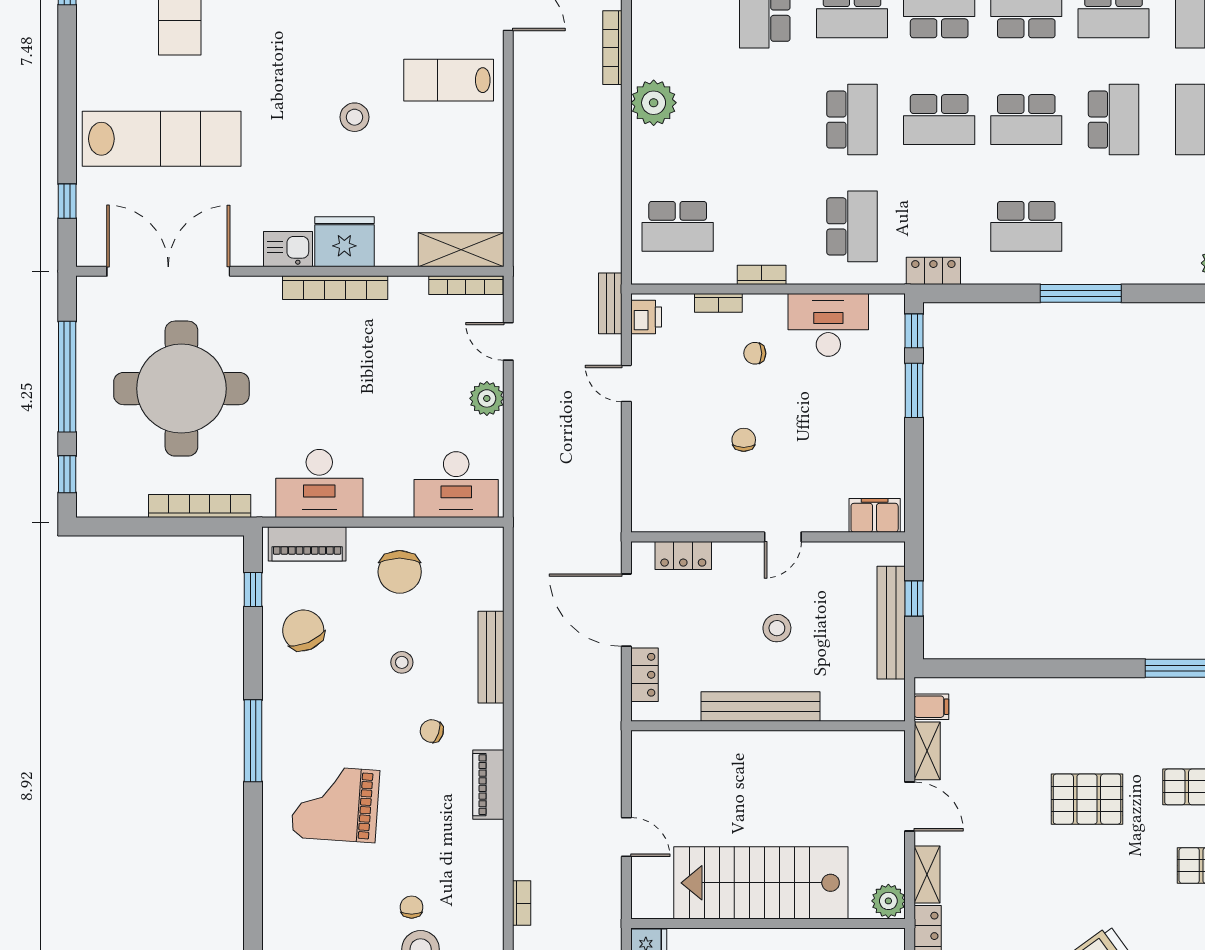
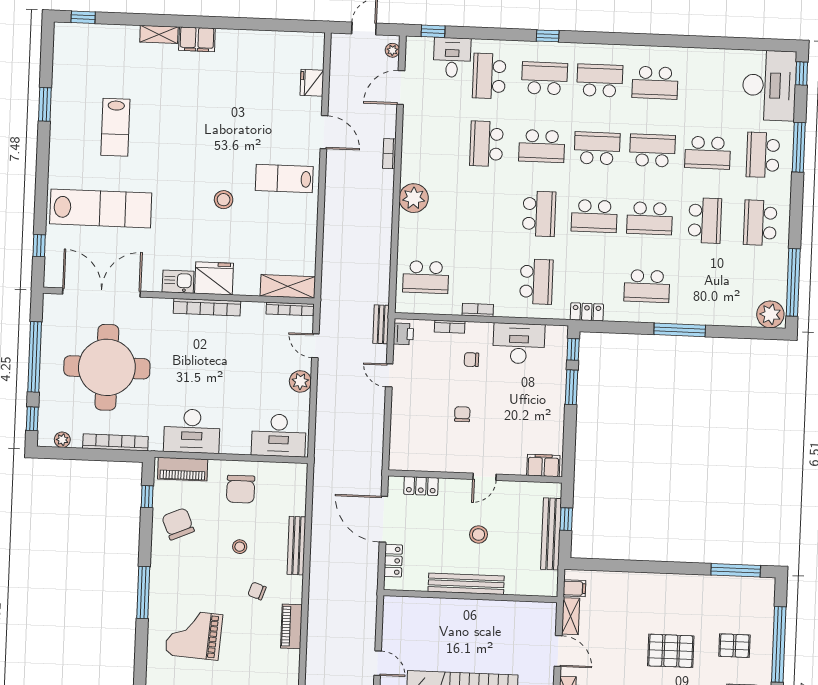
bookcase: (612, 48) -> (389, 154), width x0.64
plant: (116, 505) -> (62, 440), added

